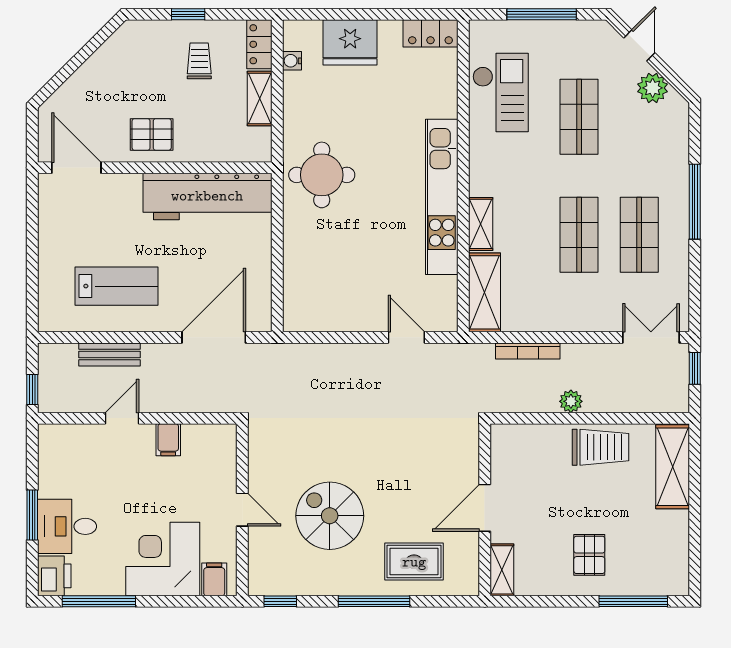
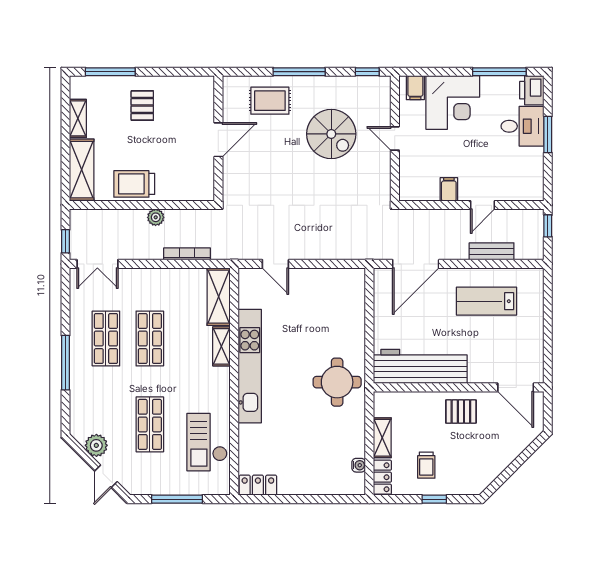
fridge: (350, 42) -> (316, 479), removed
shelving: (502, 570) -> (78, 118), moved

